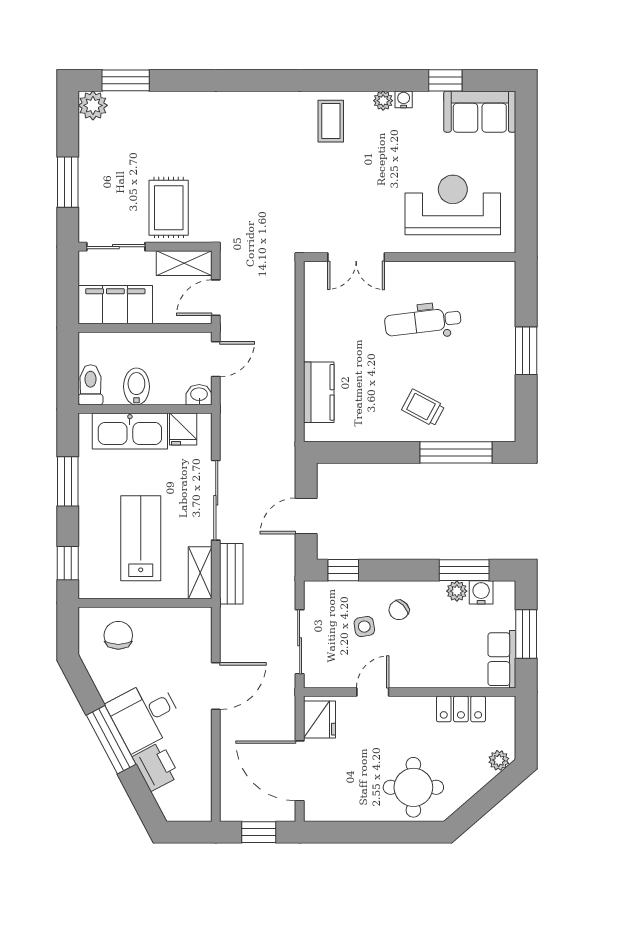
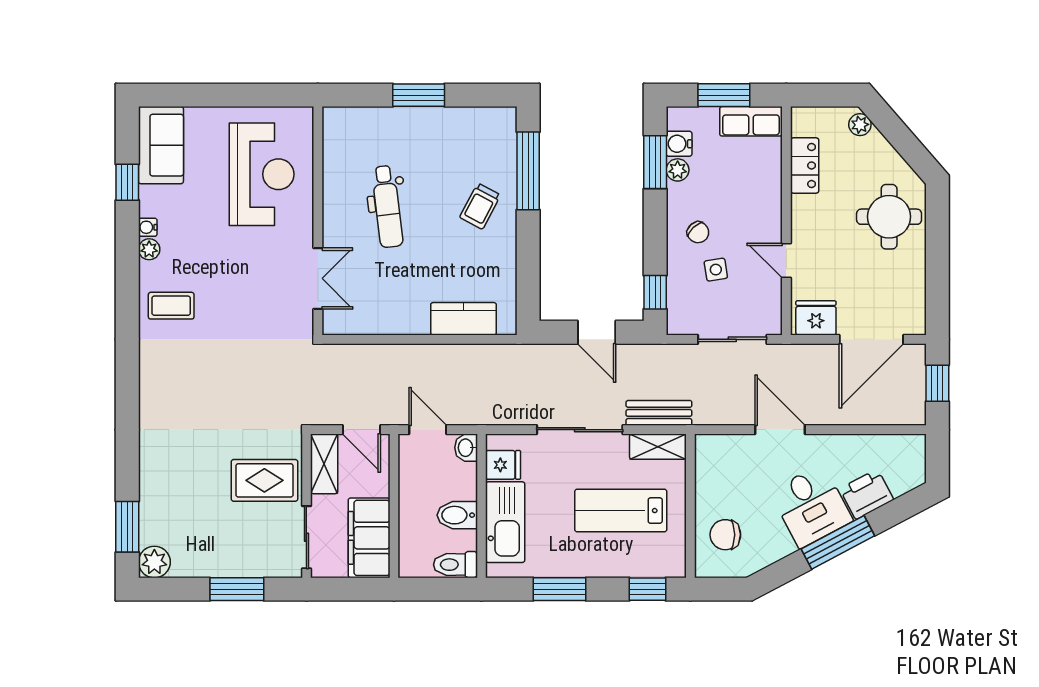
reception desk: (453, 205) -> (262, 174), turned 180

